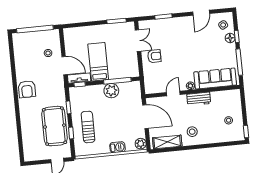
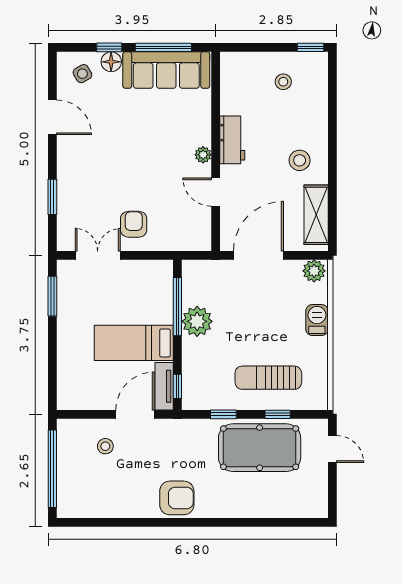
sofa: (215, 79) -> (166, 70), moved, turned -90

